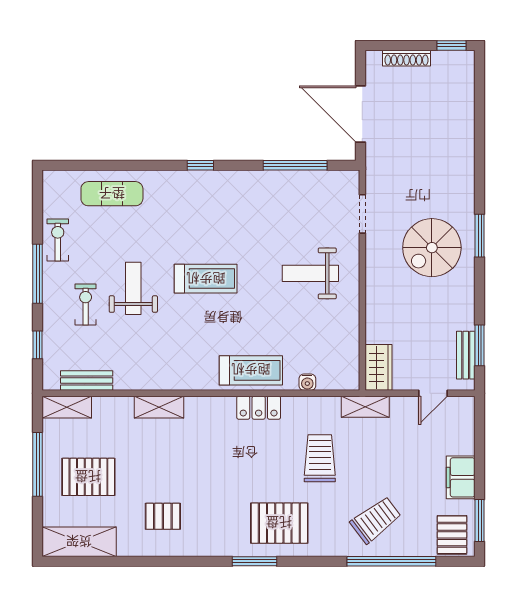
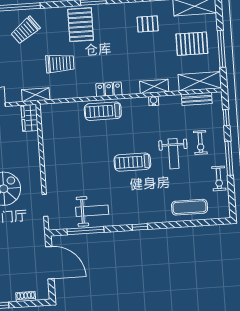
shoe rack: (407, 58) -> (26, 297), width x0.70
weight bench: (310, 273) -> (92, 211), moved
water cooler: (307, 382) -> (154, 101), moved
shelving: (67, 407) -> (200, 81), width x1.50, depth x1.33
locker: (259, 408) -> (109, 89), moved
trolley: (320, 458) -> (60, 63), turned -90
pallet: (279, 523) -> (81, 25), turned 90

